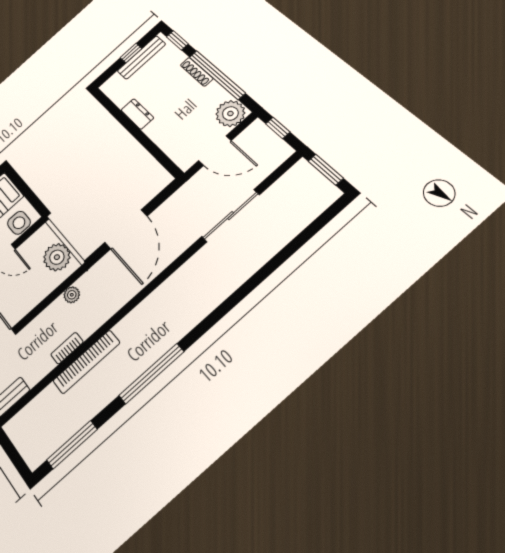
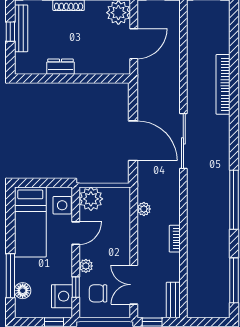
sliding door: (231, 216) -> (183, 141), moved
plant: (57, 257) -> (91, 199), moved
bookcase: (86, 362) -> (223, 84), moved, turned 180

